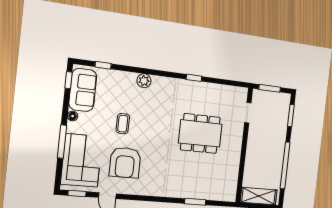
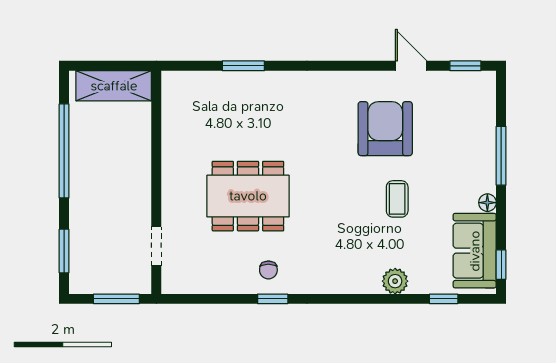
plant: (144, 81) -> (395, 281), moved
chair: (194, 93) -> (268, 270), added
corner sofa: (82, 160) -> (464, 126), removed

